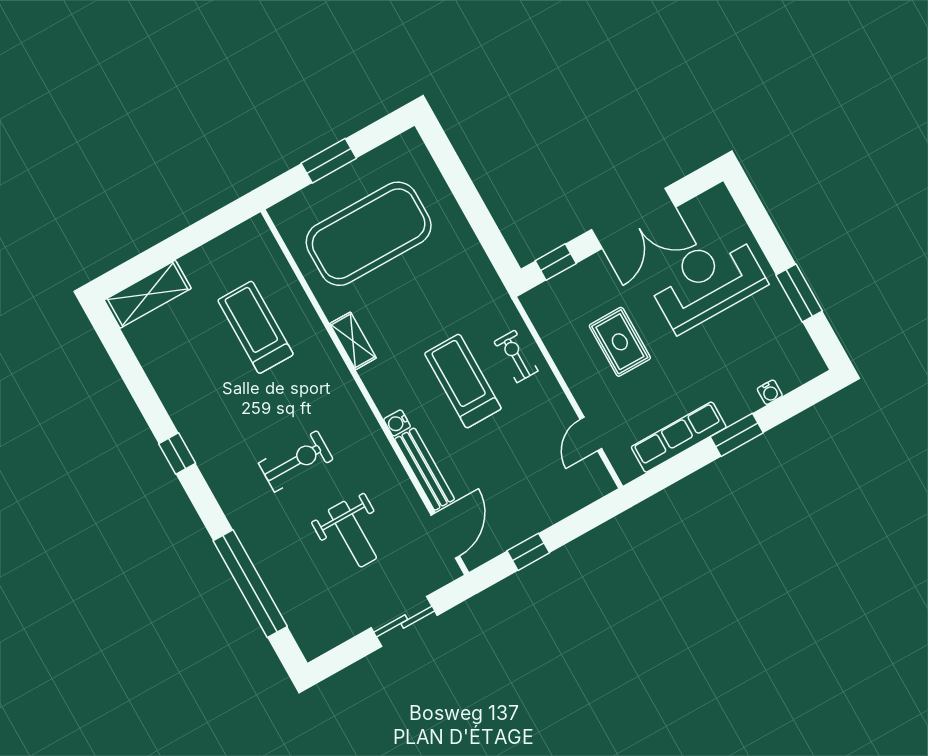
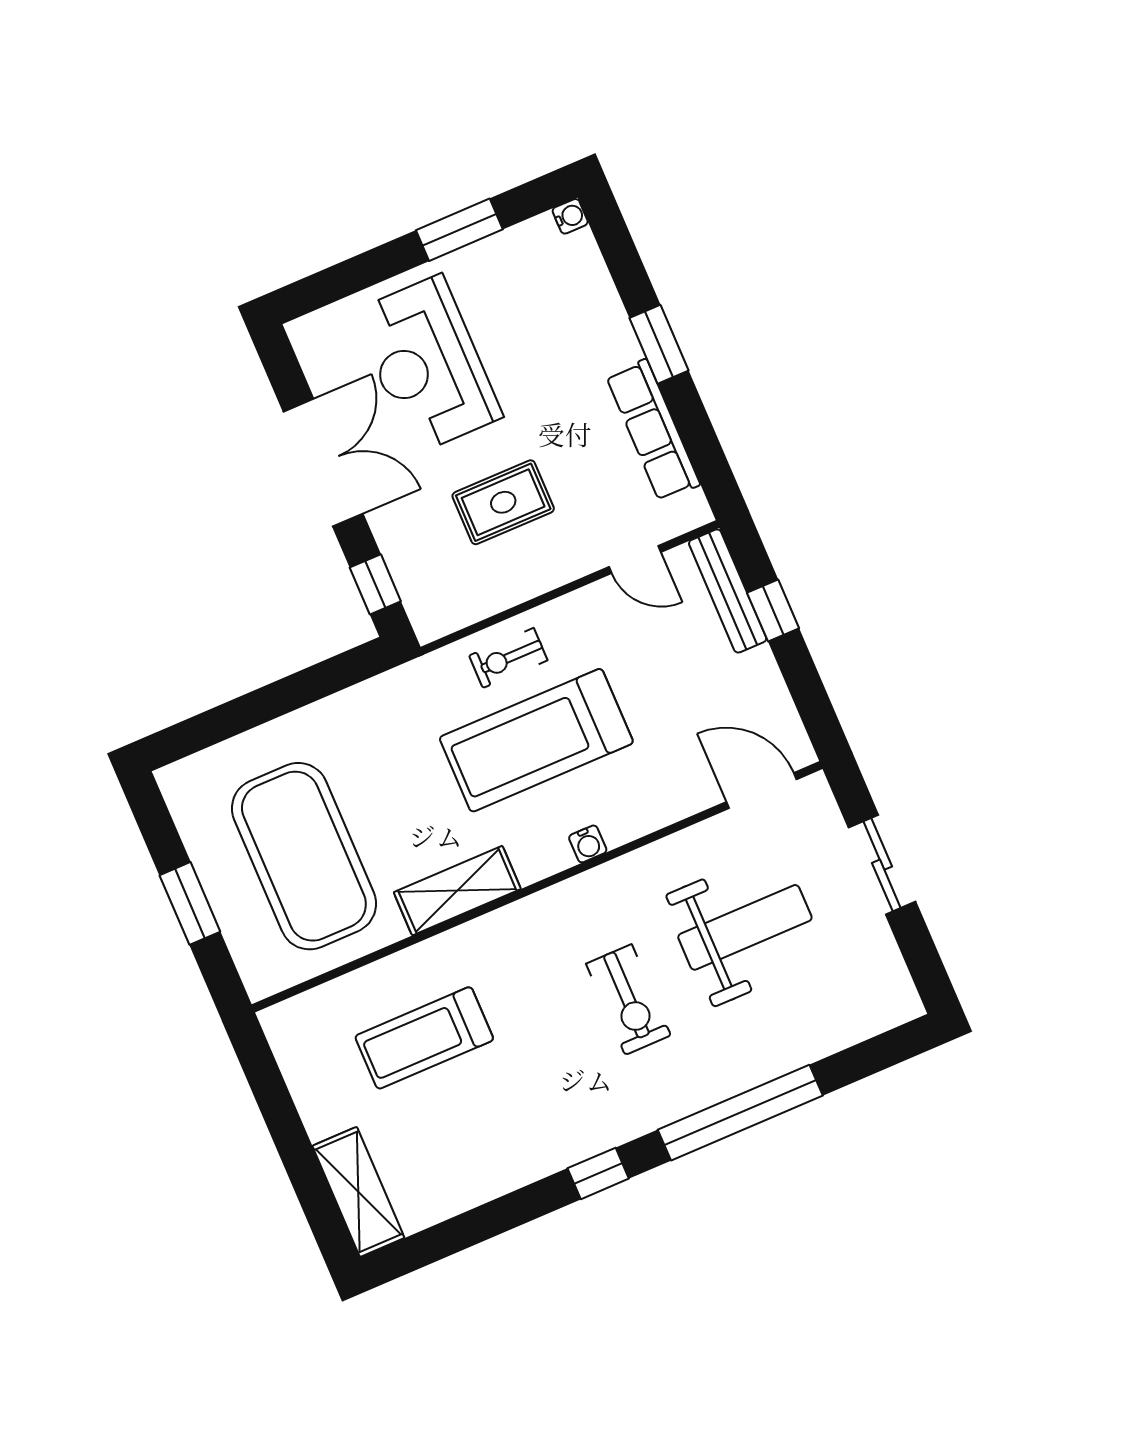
shelving: (353, 341) -> (457, 891), width x1.50, depth x1.33
treadmill: (463, 381) -> (536, 740), width x1.37, depth x1.38
water cooler: (770, 392) -> (570, 216), moved
exercise bike: (296, 461) -> (628, 1000), turned 180
bench: (425, 469) -> (728, 591), moved, turned 90
weight bench: (352, 534) -> (745, 927), width x1.36, depth x1.33
window: (528, 552) -> (773, 610), moved
window: (250, 584) -> (740, 1113), moved

